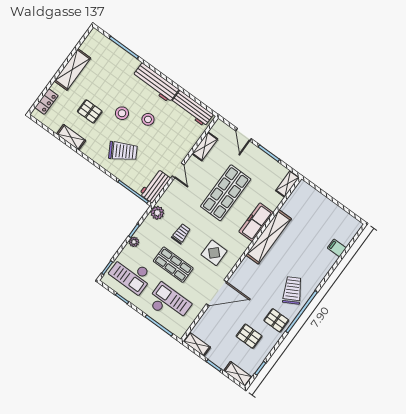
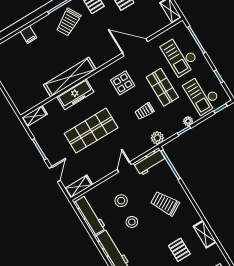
stool: (122, 113) -> (121, 201), moved
shelving: (205, 146) -> (79, 187), moved
filing cabinet: (337, 248) -> (28, 35), moved
checkout: (131, 274) -> (202, 94), turned 180

